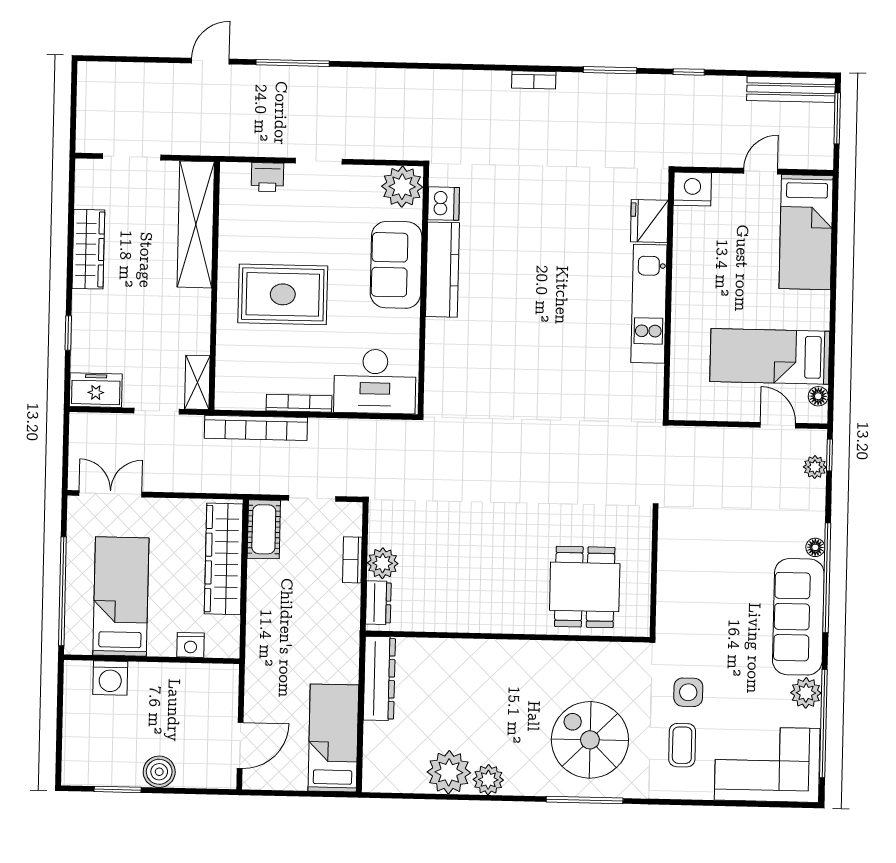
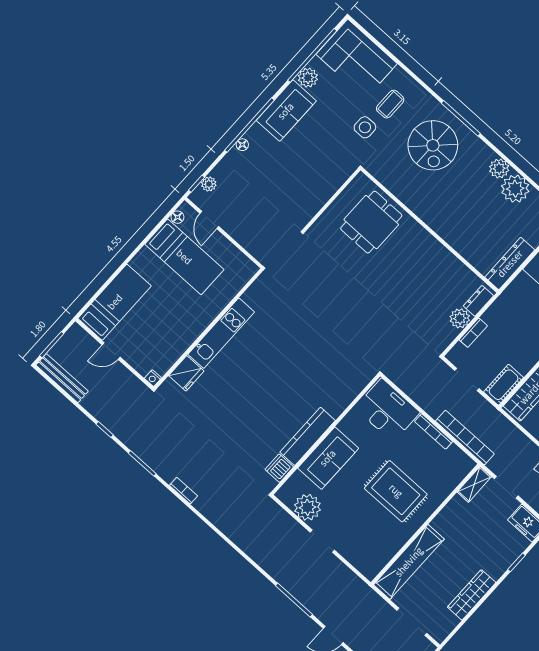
printer: (267, 177) -> (354, 555), removed
plant: (402, 187) -> (307, 507), moved
nightstand: (692, 189) -> (153, 378), width x0.53, depth x0.56
sofa: (798, 617) -> (286, 111), width x0.73

